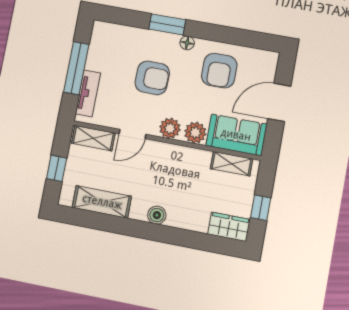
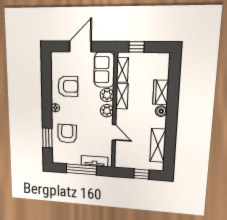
window: (167, 24) -> (47, 138), moved
armchair: (152, 78) -> (67, 134), moved
door: (279, 102) -> (80, 46), swing flipped
shelving: (93, 138) -> (122, 96), moved
window: (261, 208) -> (137, 47), moved
wardrobe: (229, 227) -> (161, 92), moved

